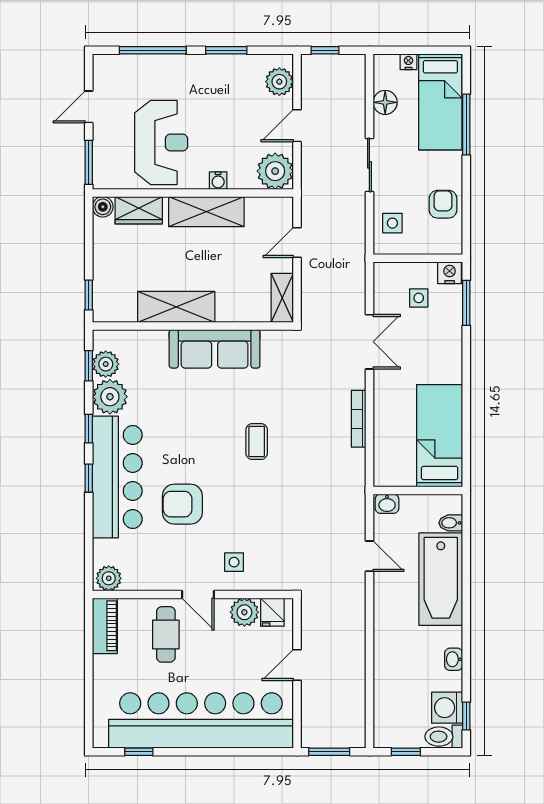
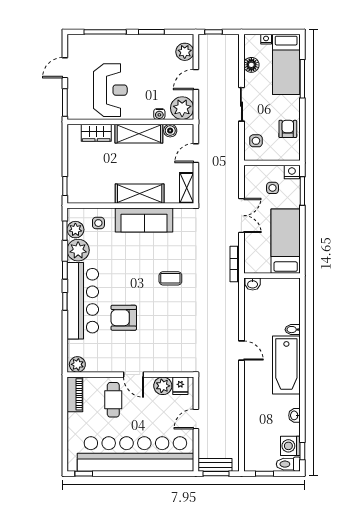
water cooler: (218, 181) -> (159, 114), moved
boiler: (103, 207) -> (170, 131), moved
shelving: (176, 307) -> (140, 194), moved
bed: (440, 436) -> (286, 241), moved
coffee table: (257, 442) -> (170, 278), turned 90
wall: (418, 490) -> (272, 276), moved
washbasin: (387, 504) -> (253, 284), moved
side table: (234, 562) -> (98, 223), moved
bench: (327, 738) -> (215, 465), added
window: (139, 752) -> (84, 474), moved

